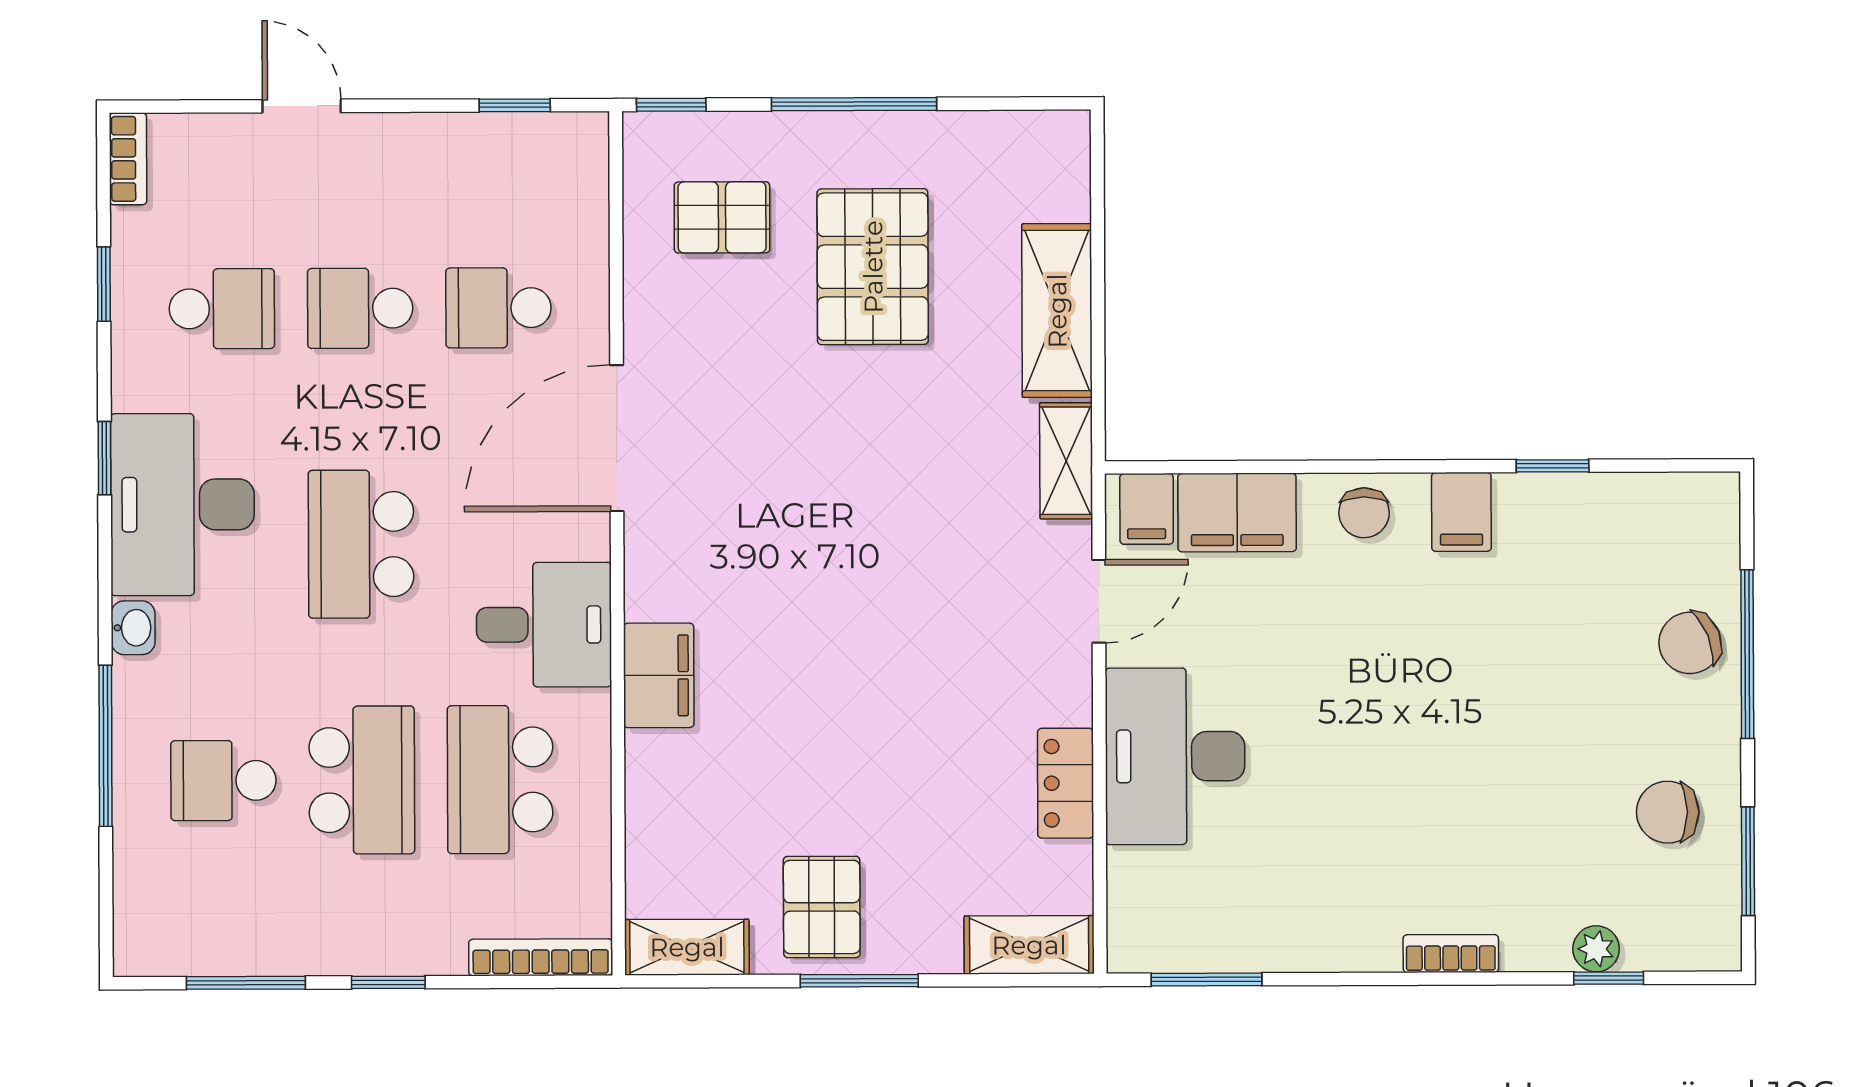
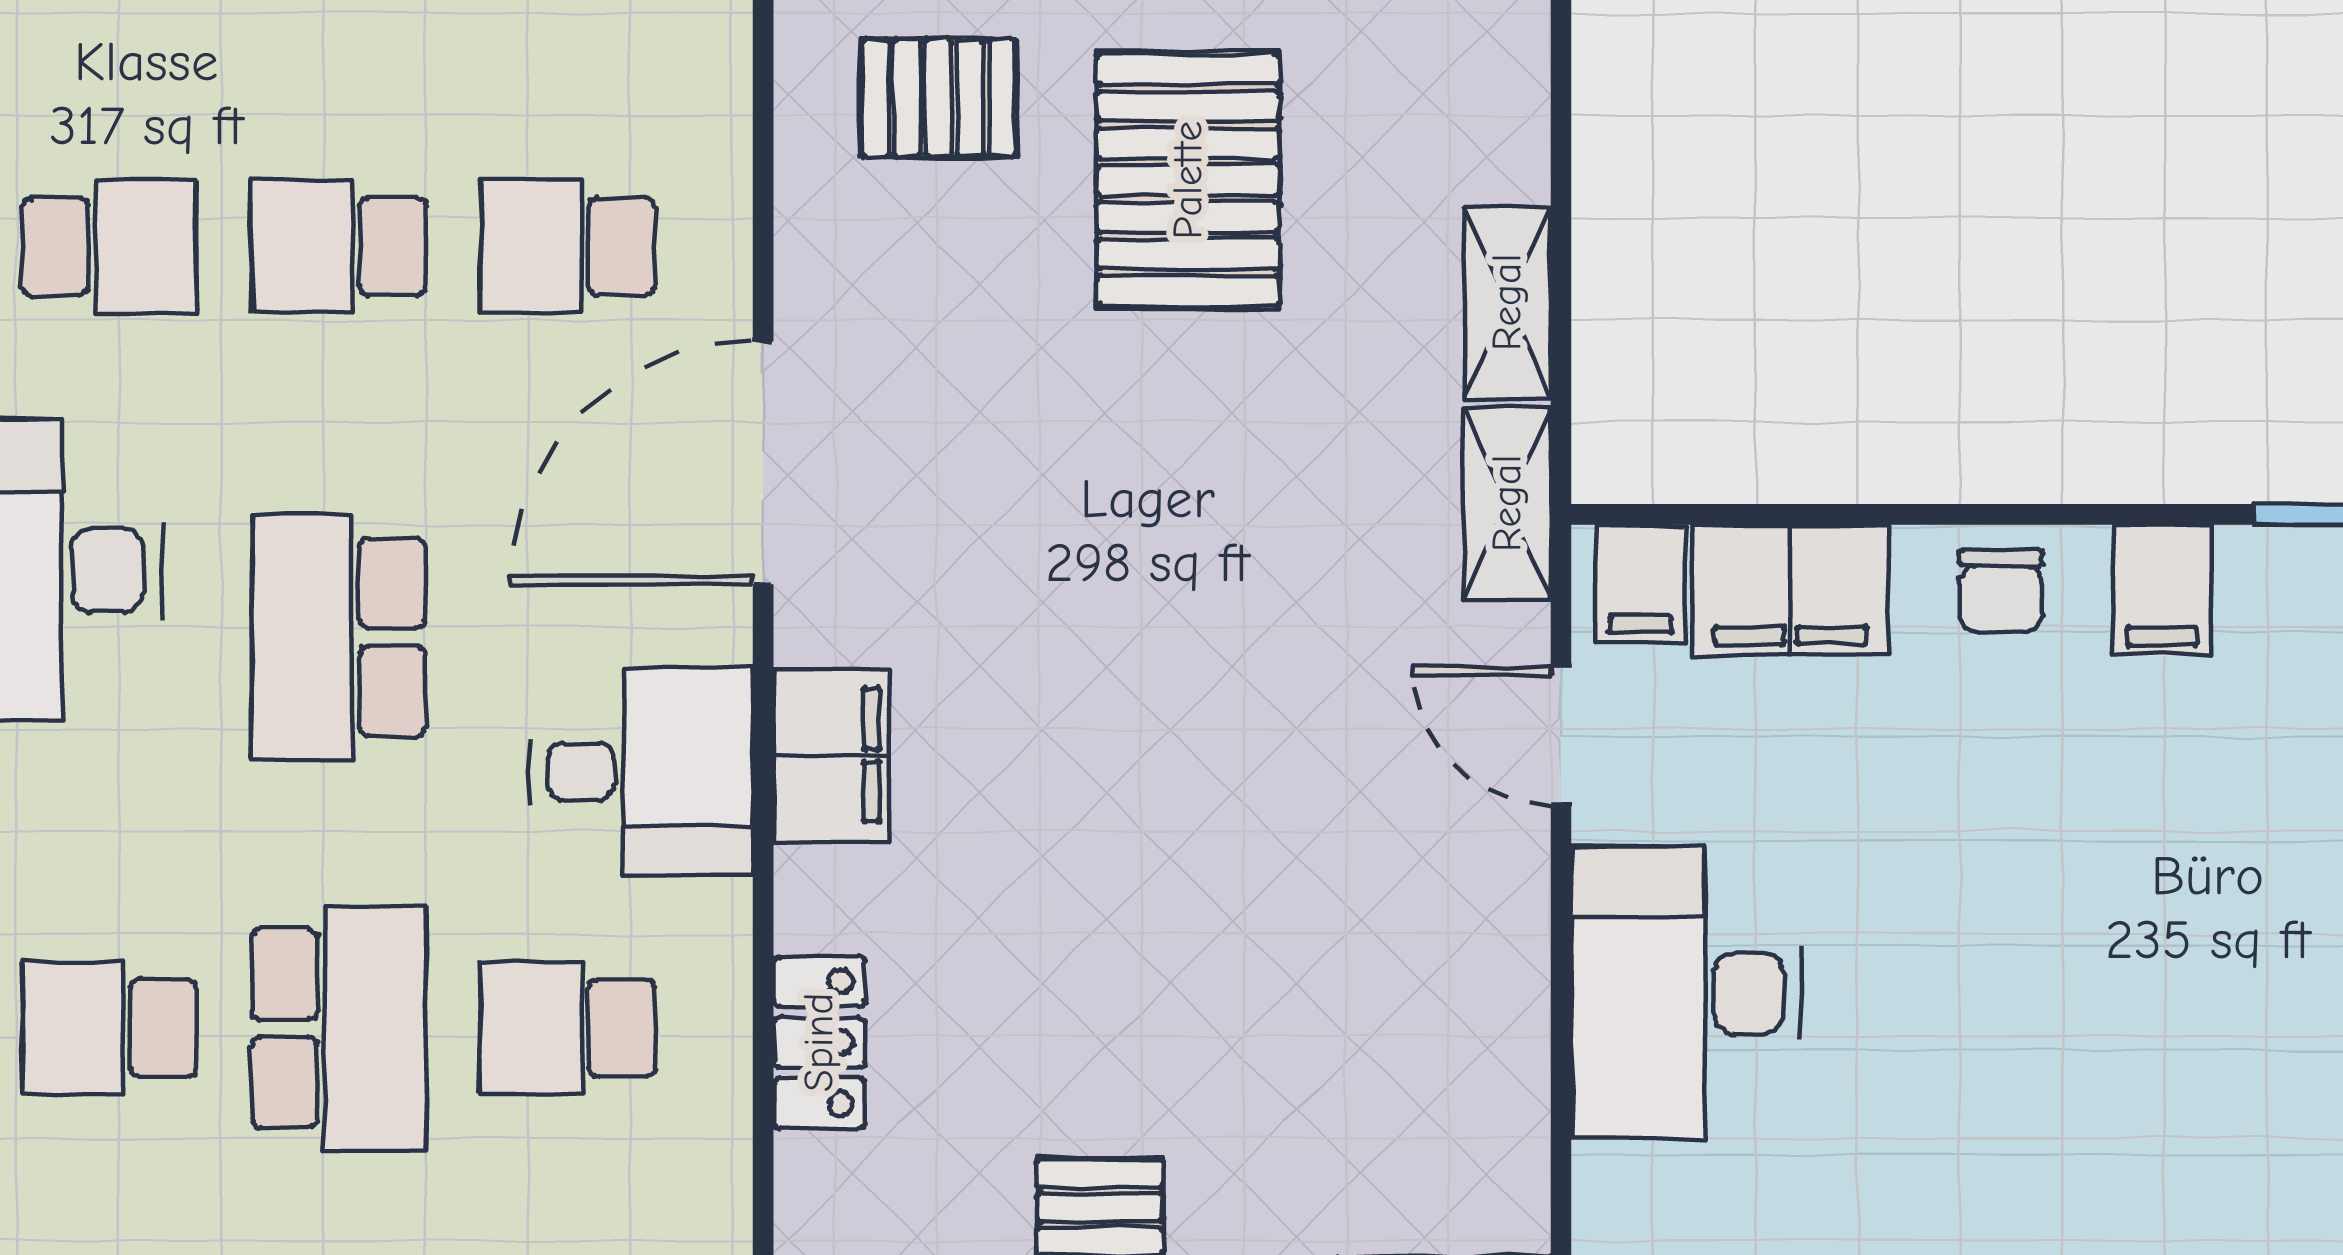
shelving: (1057, 311) -> (1507, 302), width x0.67, depth x0.75
door: (1099, 601) -> (1561, 736), swing flipped
filing cabinet: (659, 675) -> (831, 755), moved
school desk: (500, 780) -> (568, 1028), width x0.54
locker: (1066, 783) -> (819, 1042), moved, turned 180

